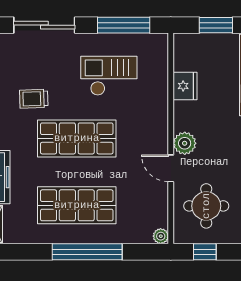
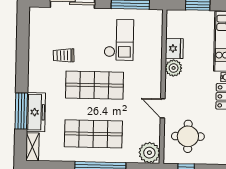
checkout: (109, 76) -> (119, 40), turned 90
plant: (185, 143) -> (174, 68), moved
plant: (161, 236) -> (149, 153), width x1.87, depth x1.87

